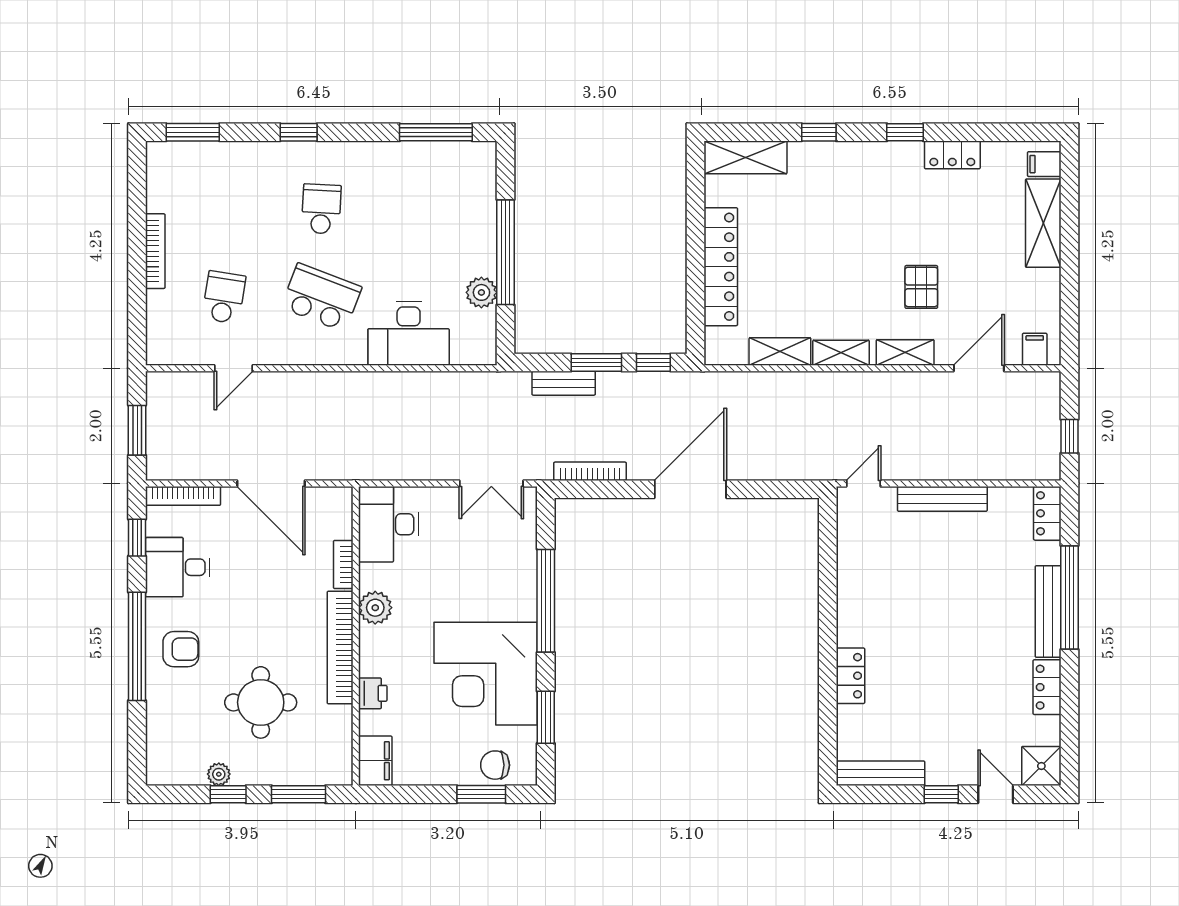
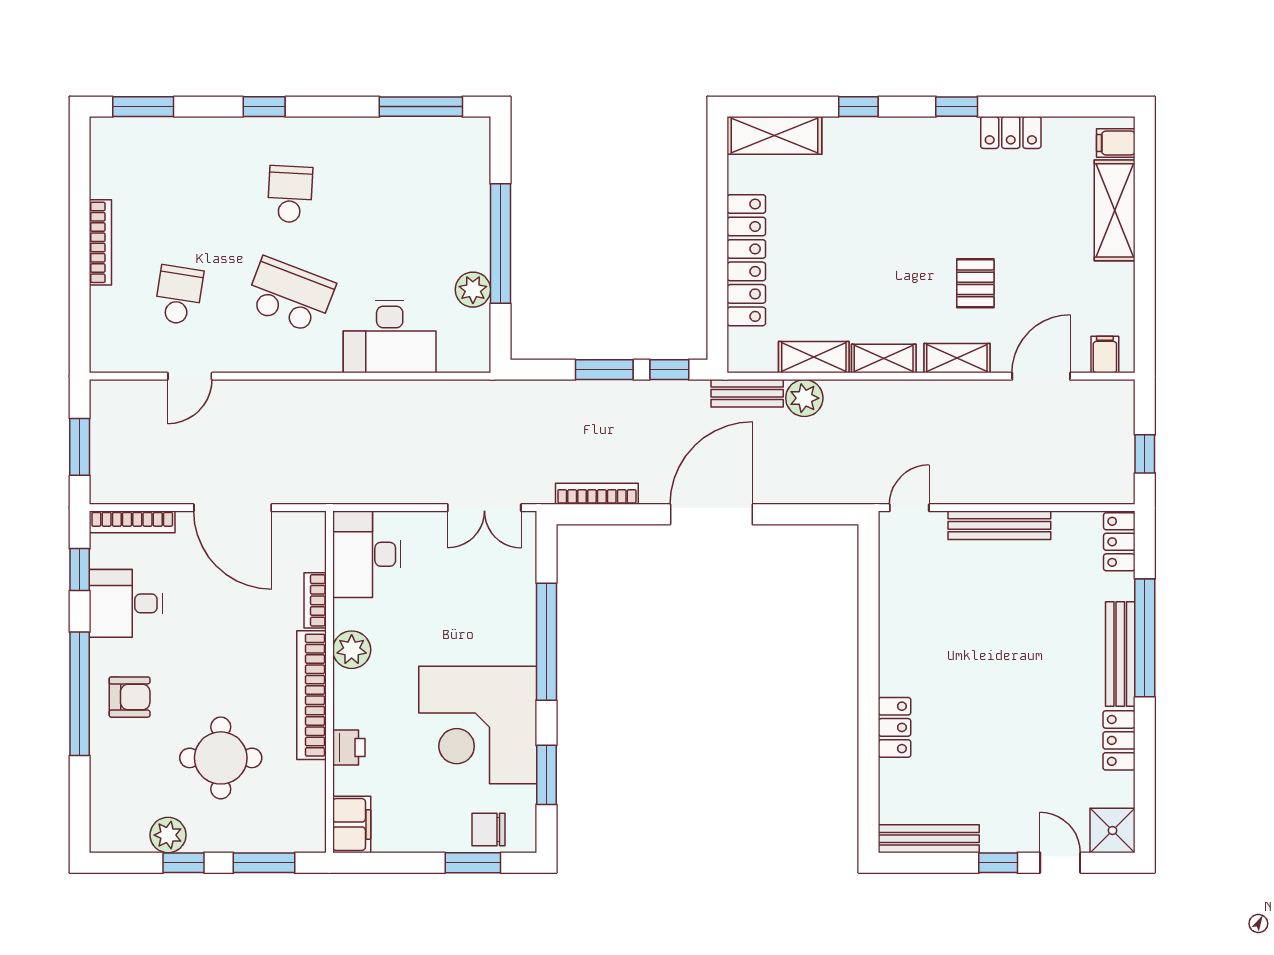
bench: (564, 383) -> (747, 393), moved
plant: (772, 387) -> (804, 398), added
plant: (219, 774) -> (168, 835), width x1.38, depth x1.38

